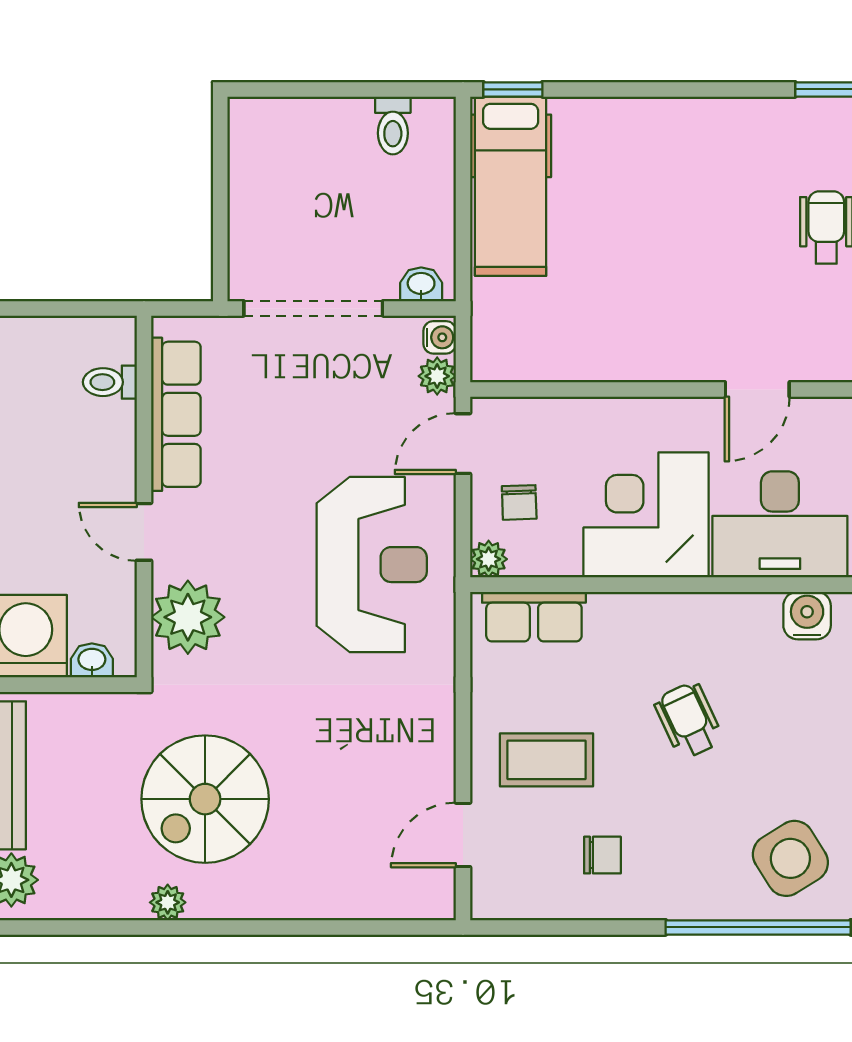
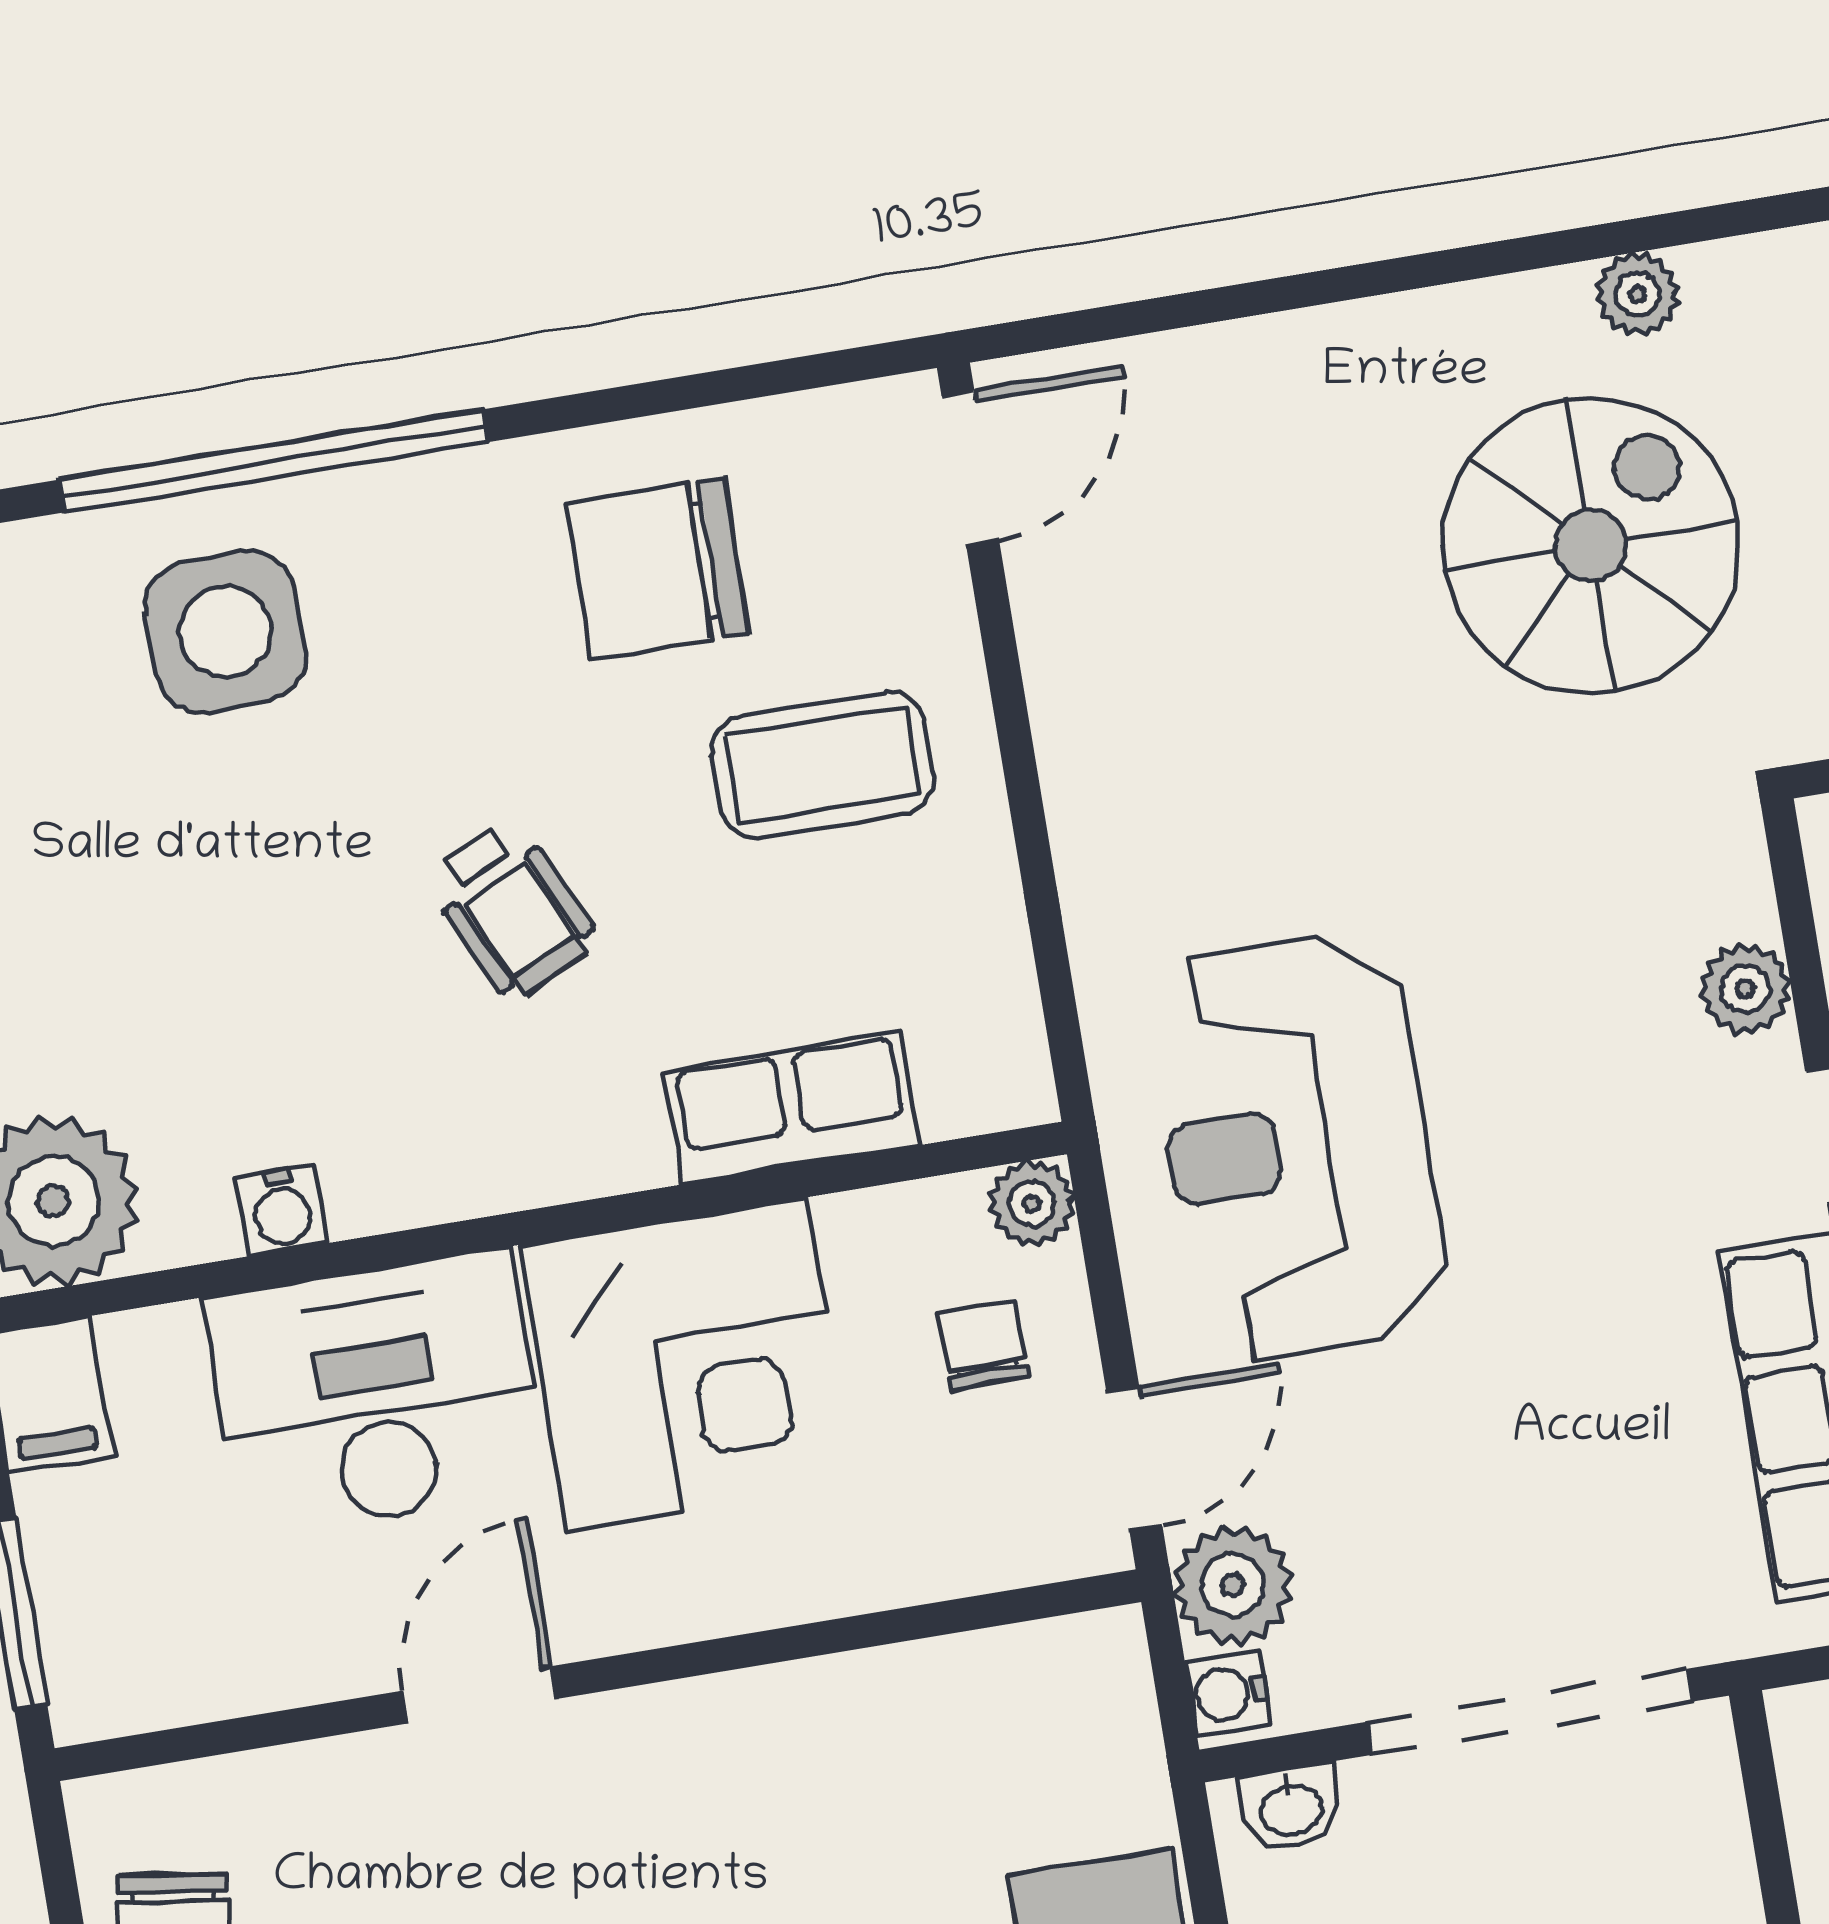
plant: (437, 376) -> (1233, 1585), width x1.38, depth x1.38
water cooler: (807, 616) -> (282, 1210), width x0.72, depth x0.72
plant: (188, 617) -> (1745, 989), width x0.53, depth x0.53
row of seats: (534, 617) -> (792, 1108), moved
door: (463, 835) -> (970, 468), moved
chair: (602, 855) -> (658, 568), width x1.87, depth x1.87
side table: (790, 858) -> (226, 632), turned 30

